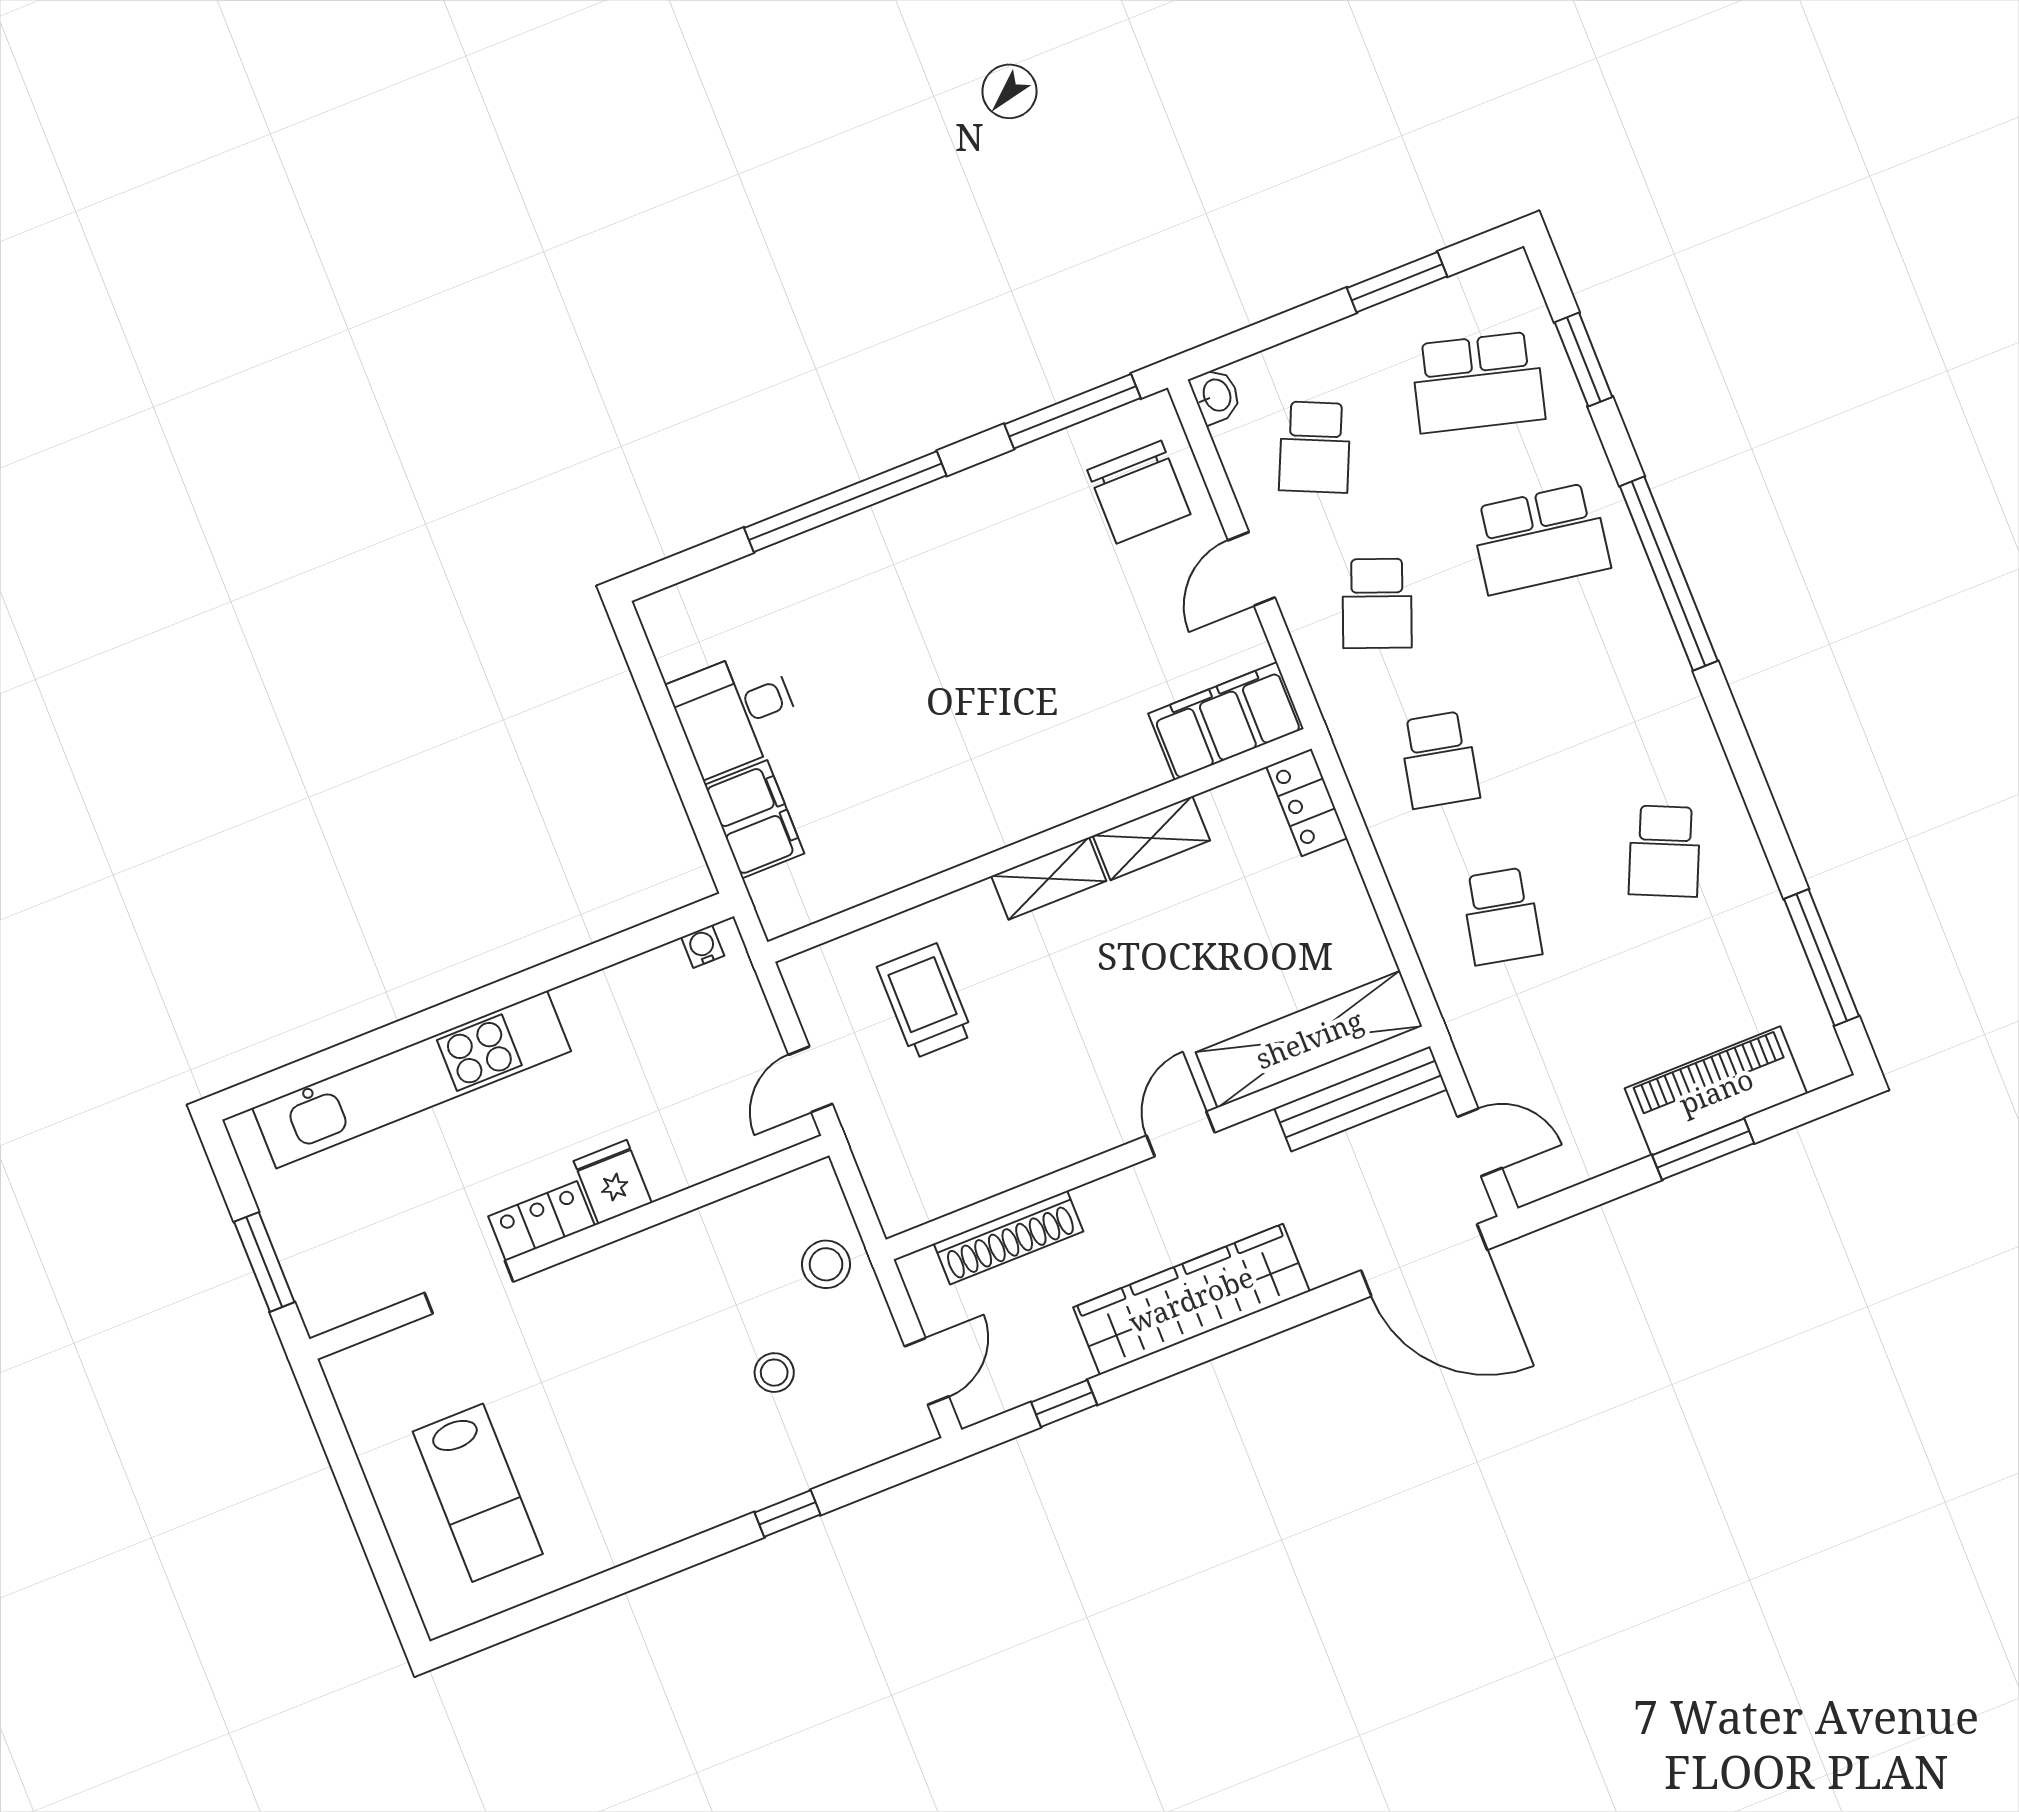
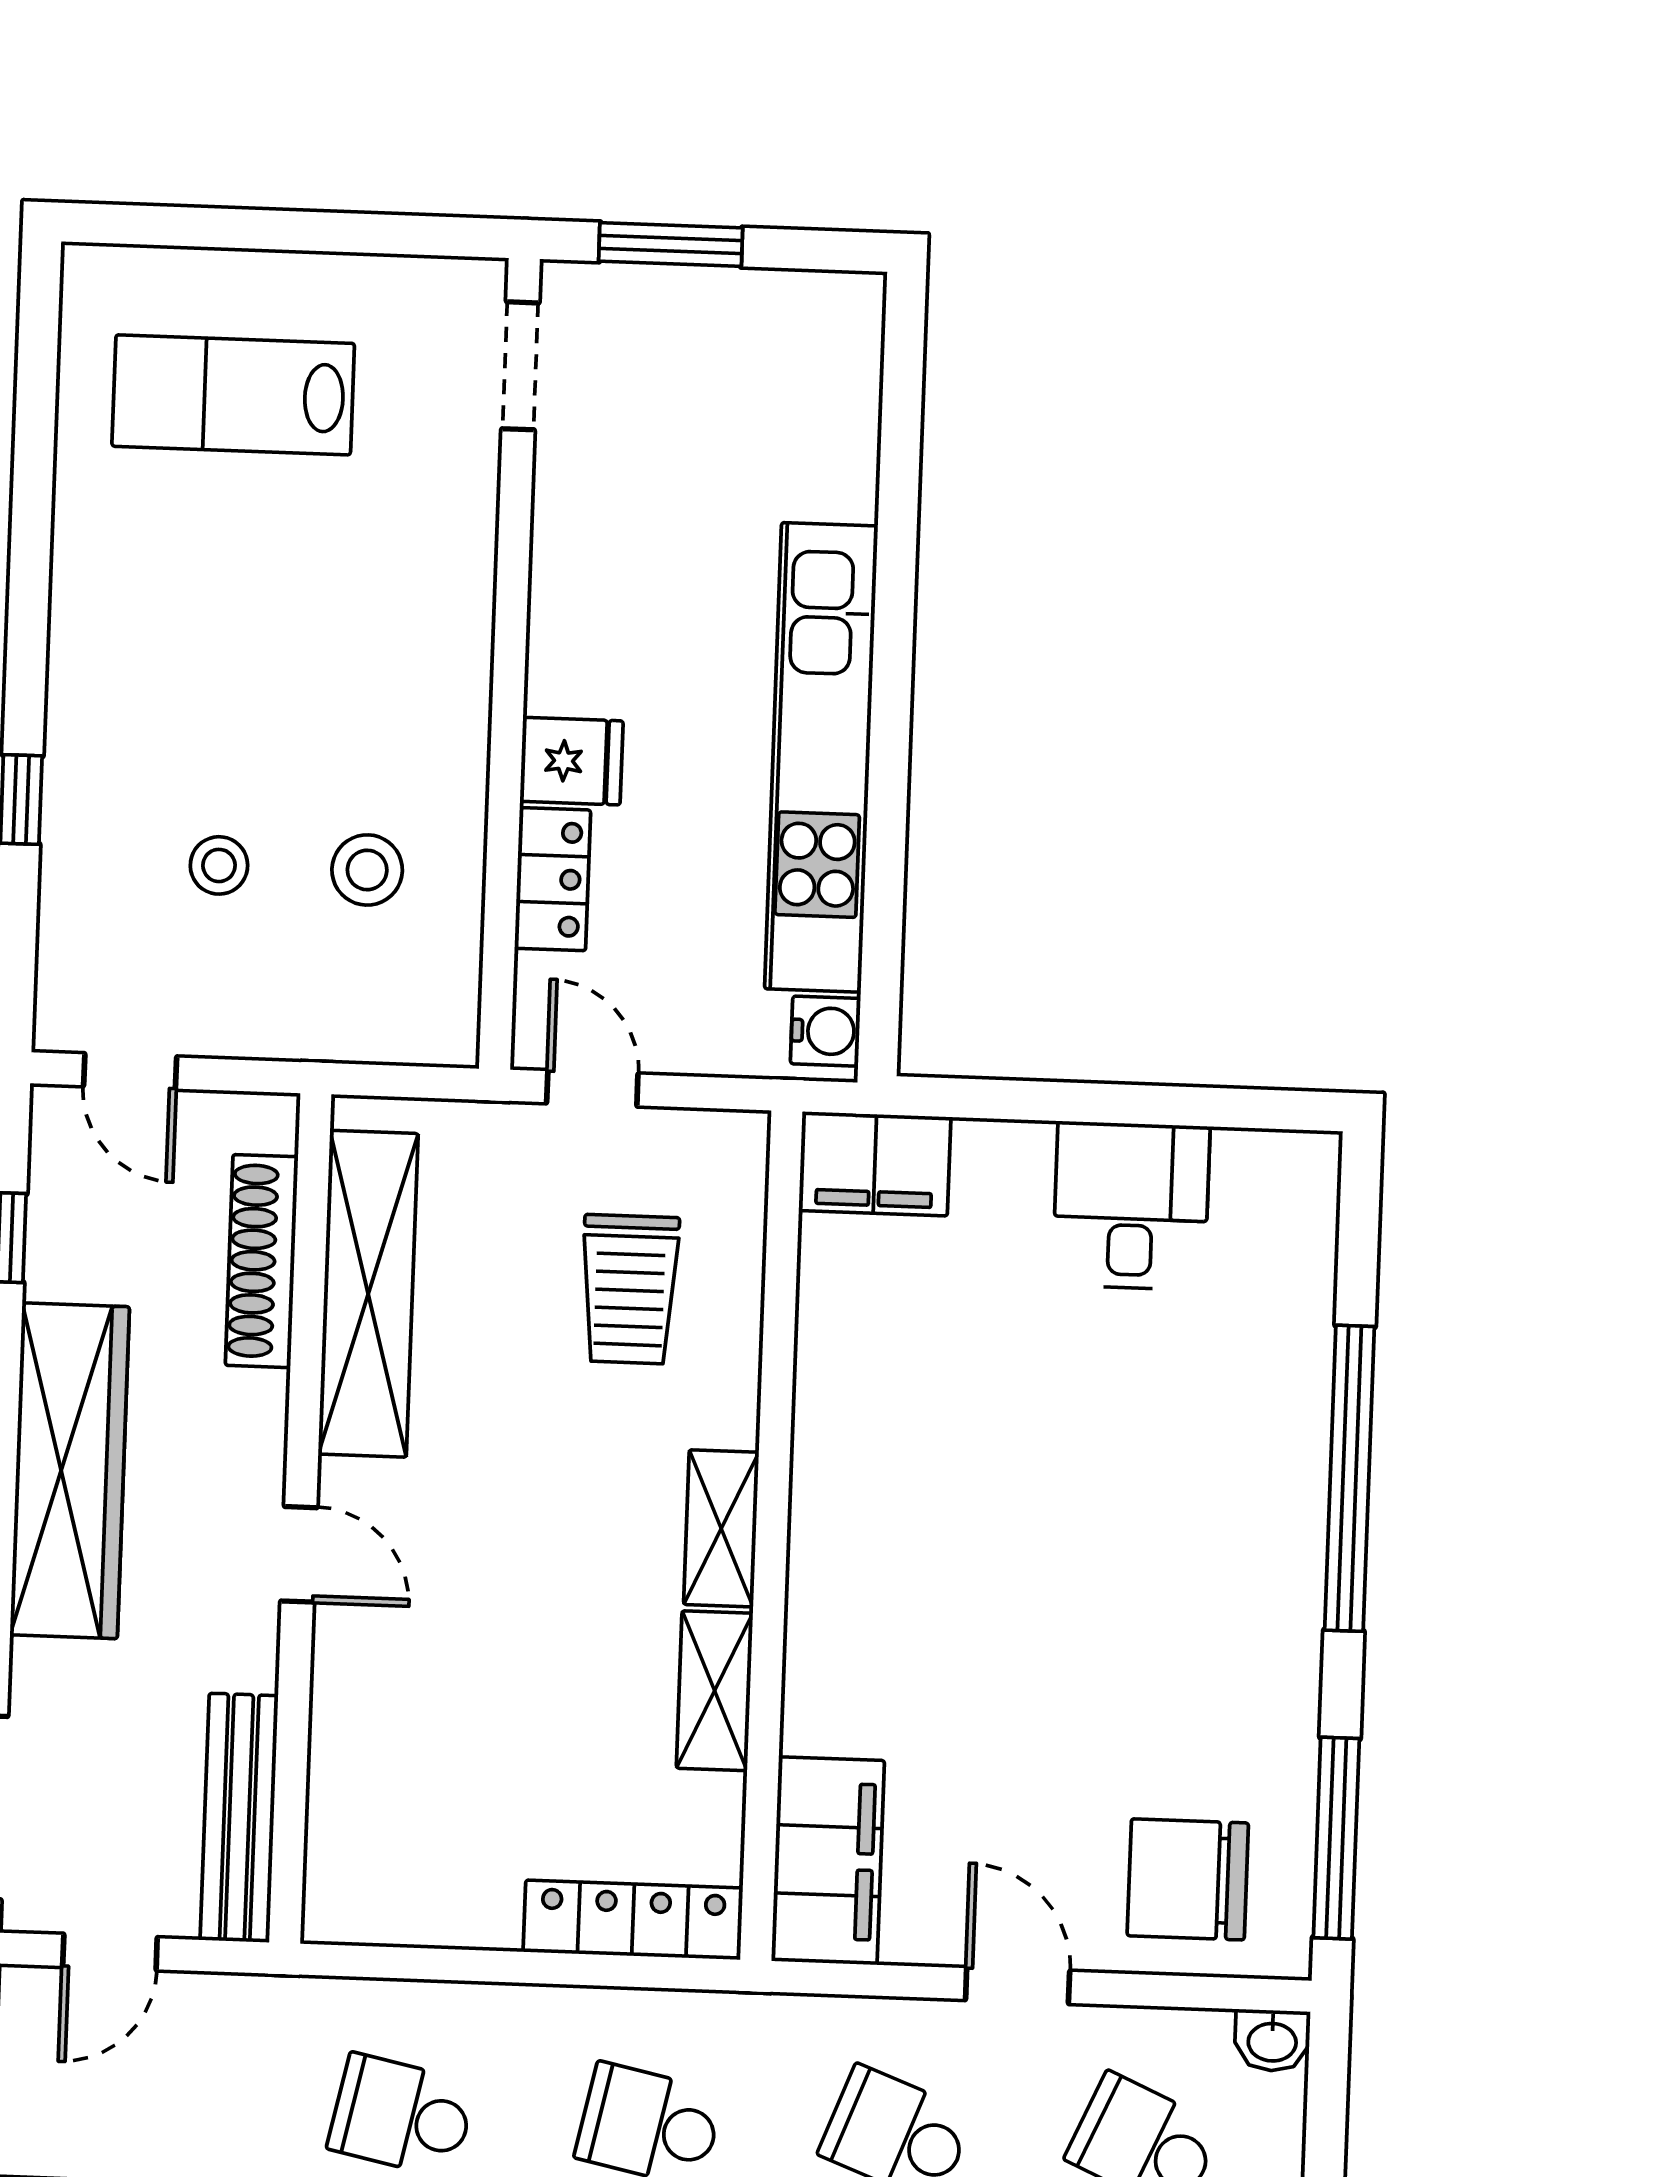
locker: (1307, 802) -> (633, 1920), width x1.53
filing cabinet: (754, 819) -> (875, 1164), moved
water cooler: (703, 946) -> (825, 1031), width x1.38, depth x1.38
trolley: (925, 1001) -> (630, 1289), turned 90
shelving: (1309, 1039) -> (368, 1294), moved
kitchen unit: (412, 1080) -> (821, 757), moved
locker: (541, 1221) -> (553, 879), moved
stool: (826, 1264) -> (367, 870), moved
doorway: (469, 1287) -> (520, 366), moved

